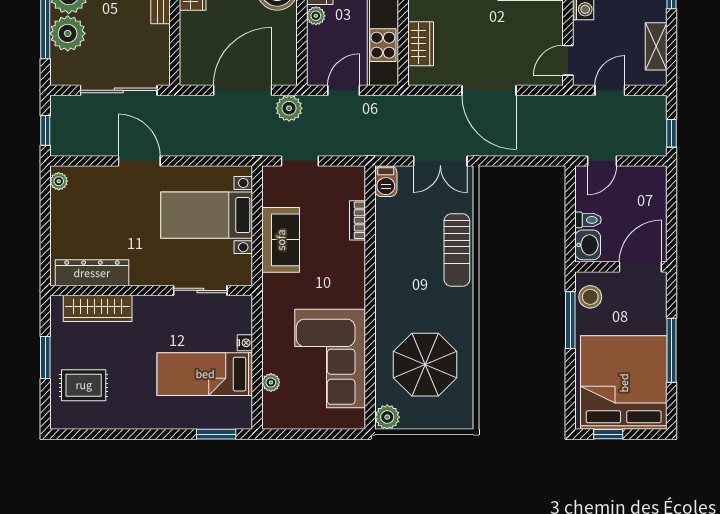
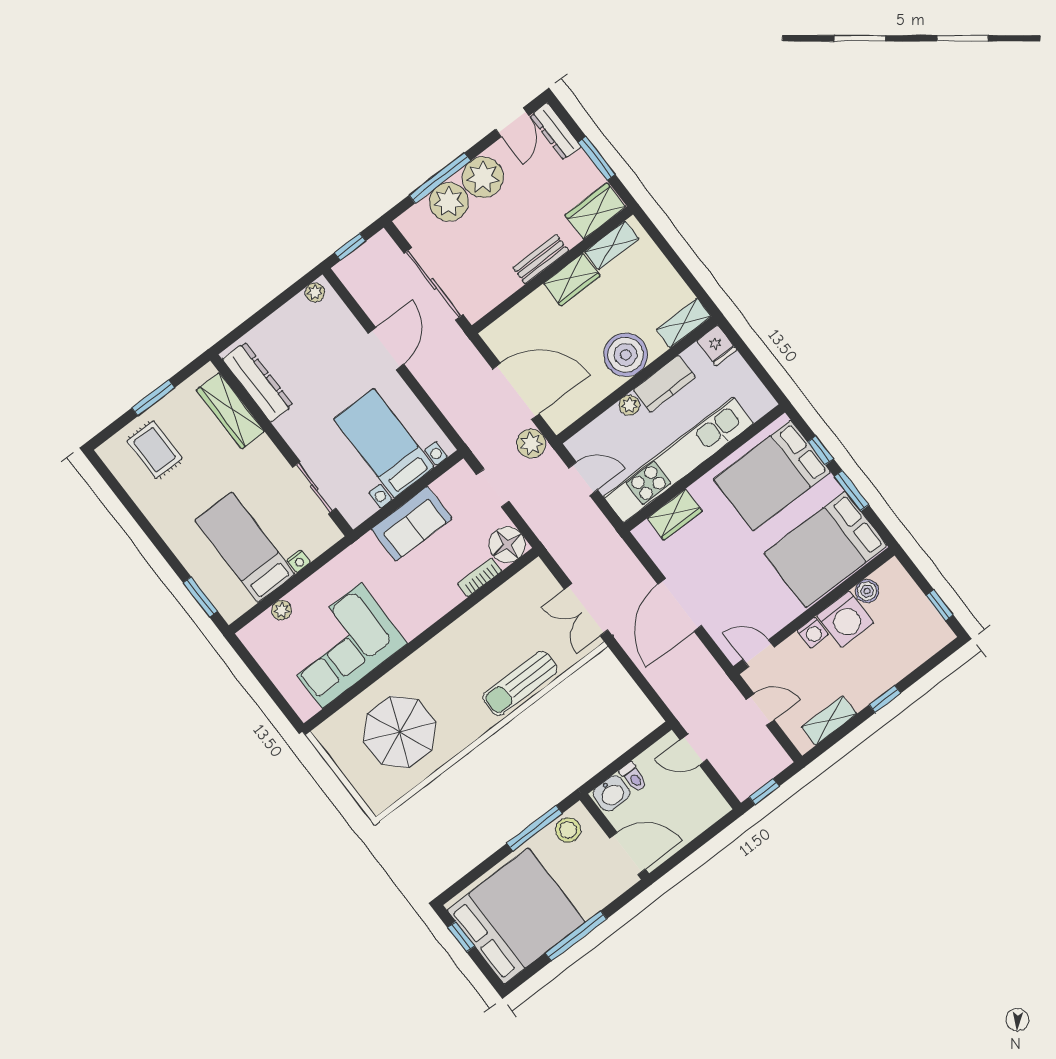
barbecue: (386, 181) -> (532, 576), removed
floor lamp: (349, 182) -> (507, 545), added
plant: (387, 417) -> (329, 734), removed

